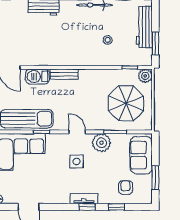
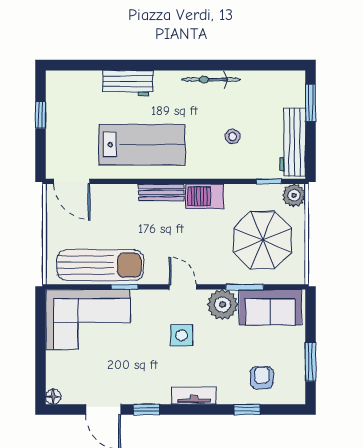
workbench: (144, 27) -> (293, 142), moved
window: (155, 44) -> (310, 103), moved
lab bench: (52, 45) -> (142, 145), added
barbecue: (37, 77) -> (205, 196), moved
sofa: (141, 155) -> (270, 307), moved, turned -90
window: (87, 207) -> (147, 409), moved

